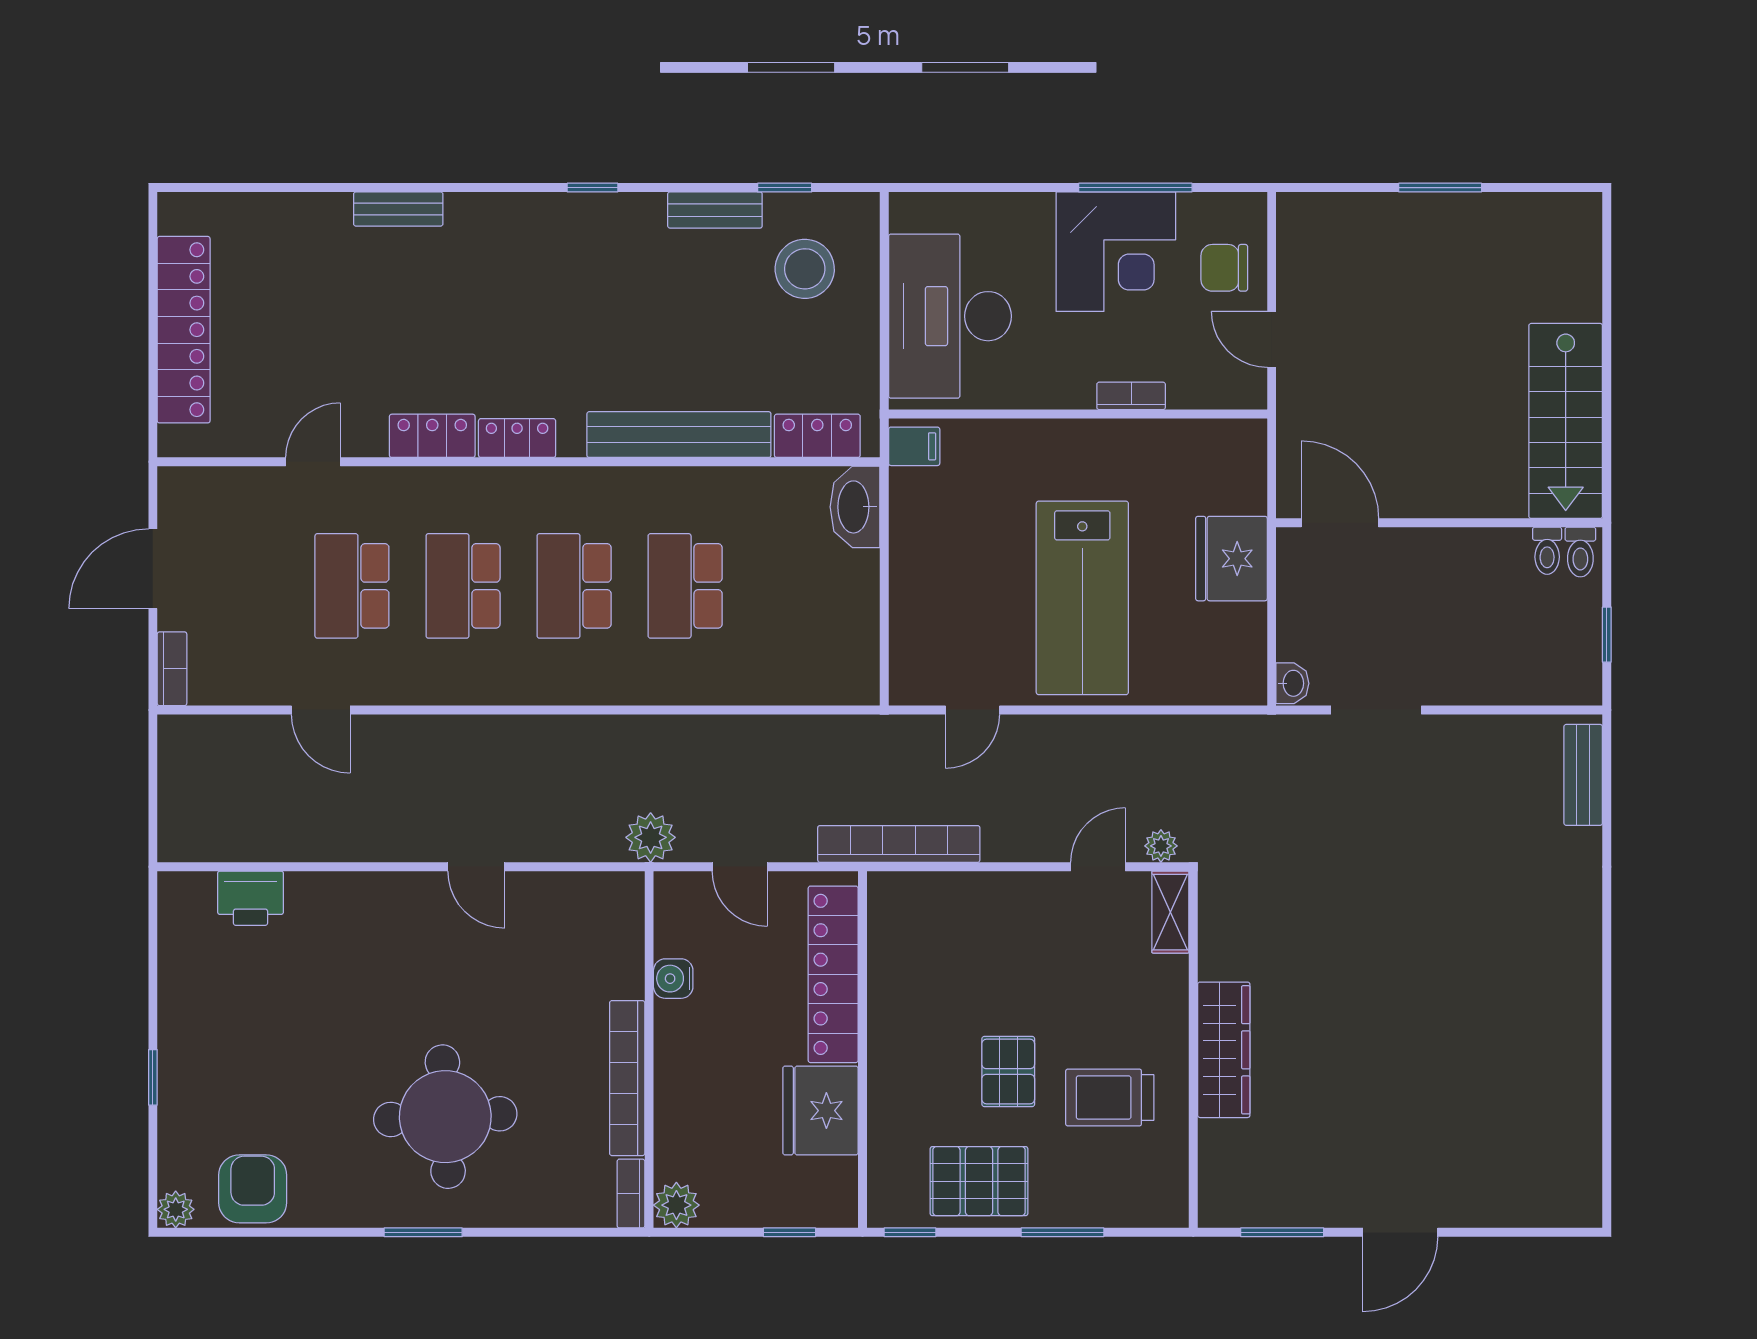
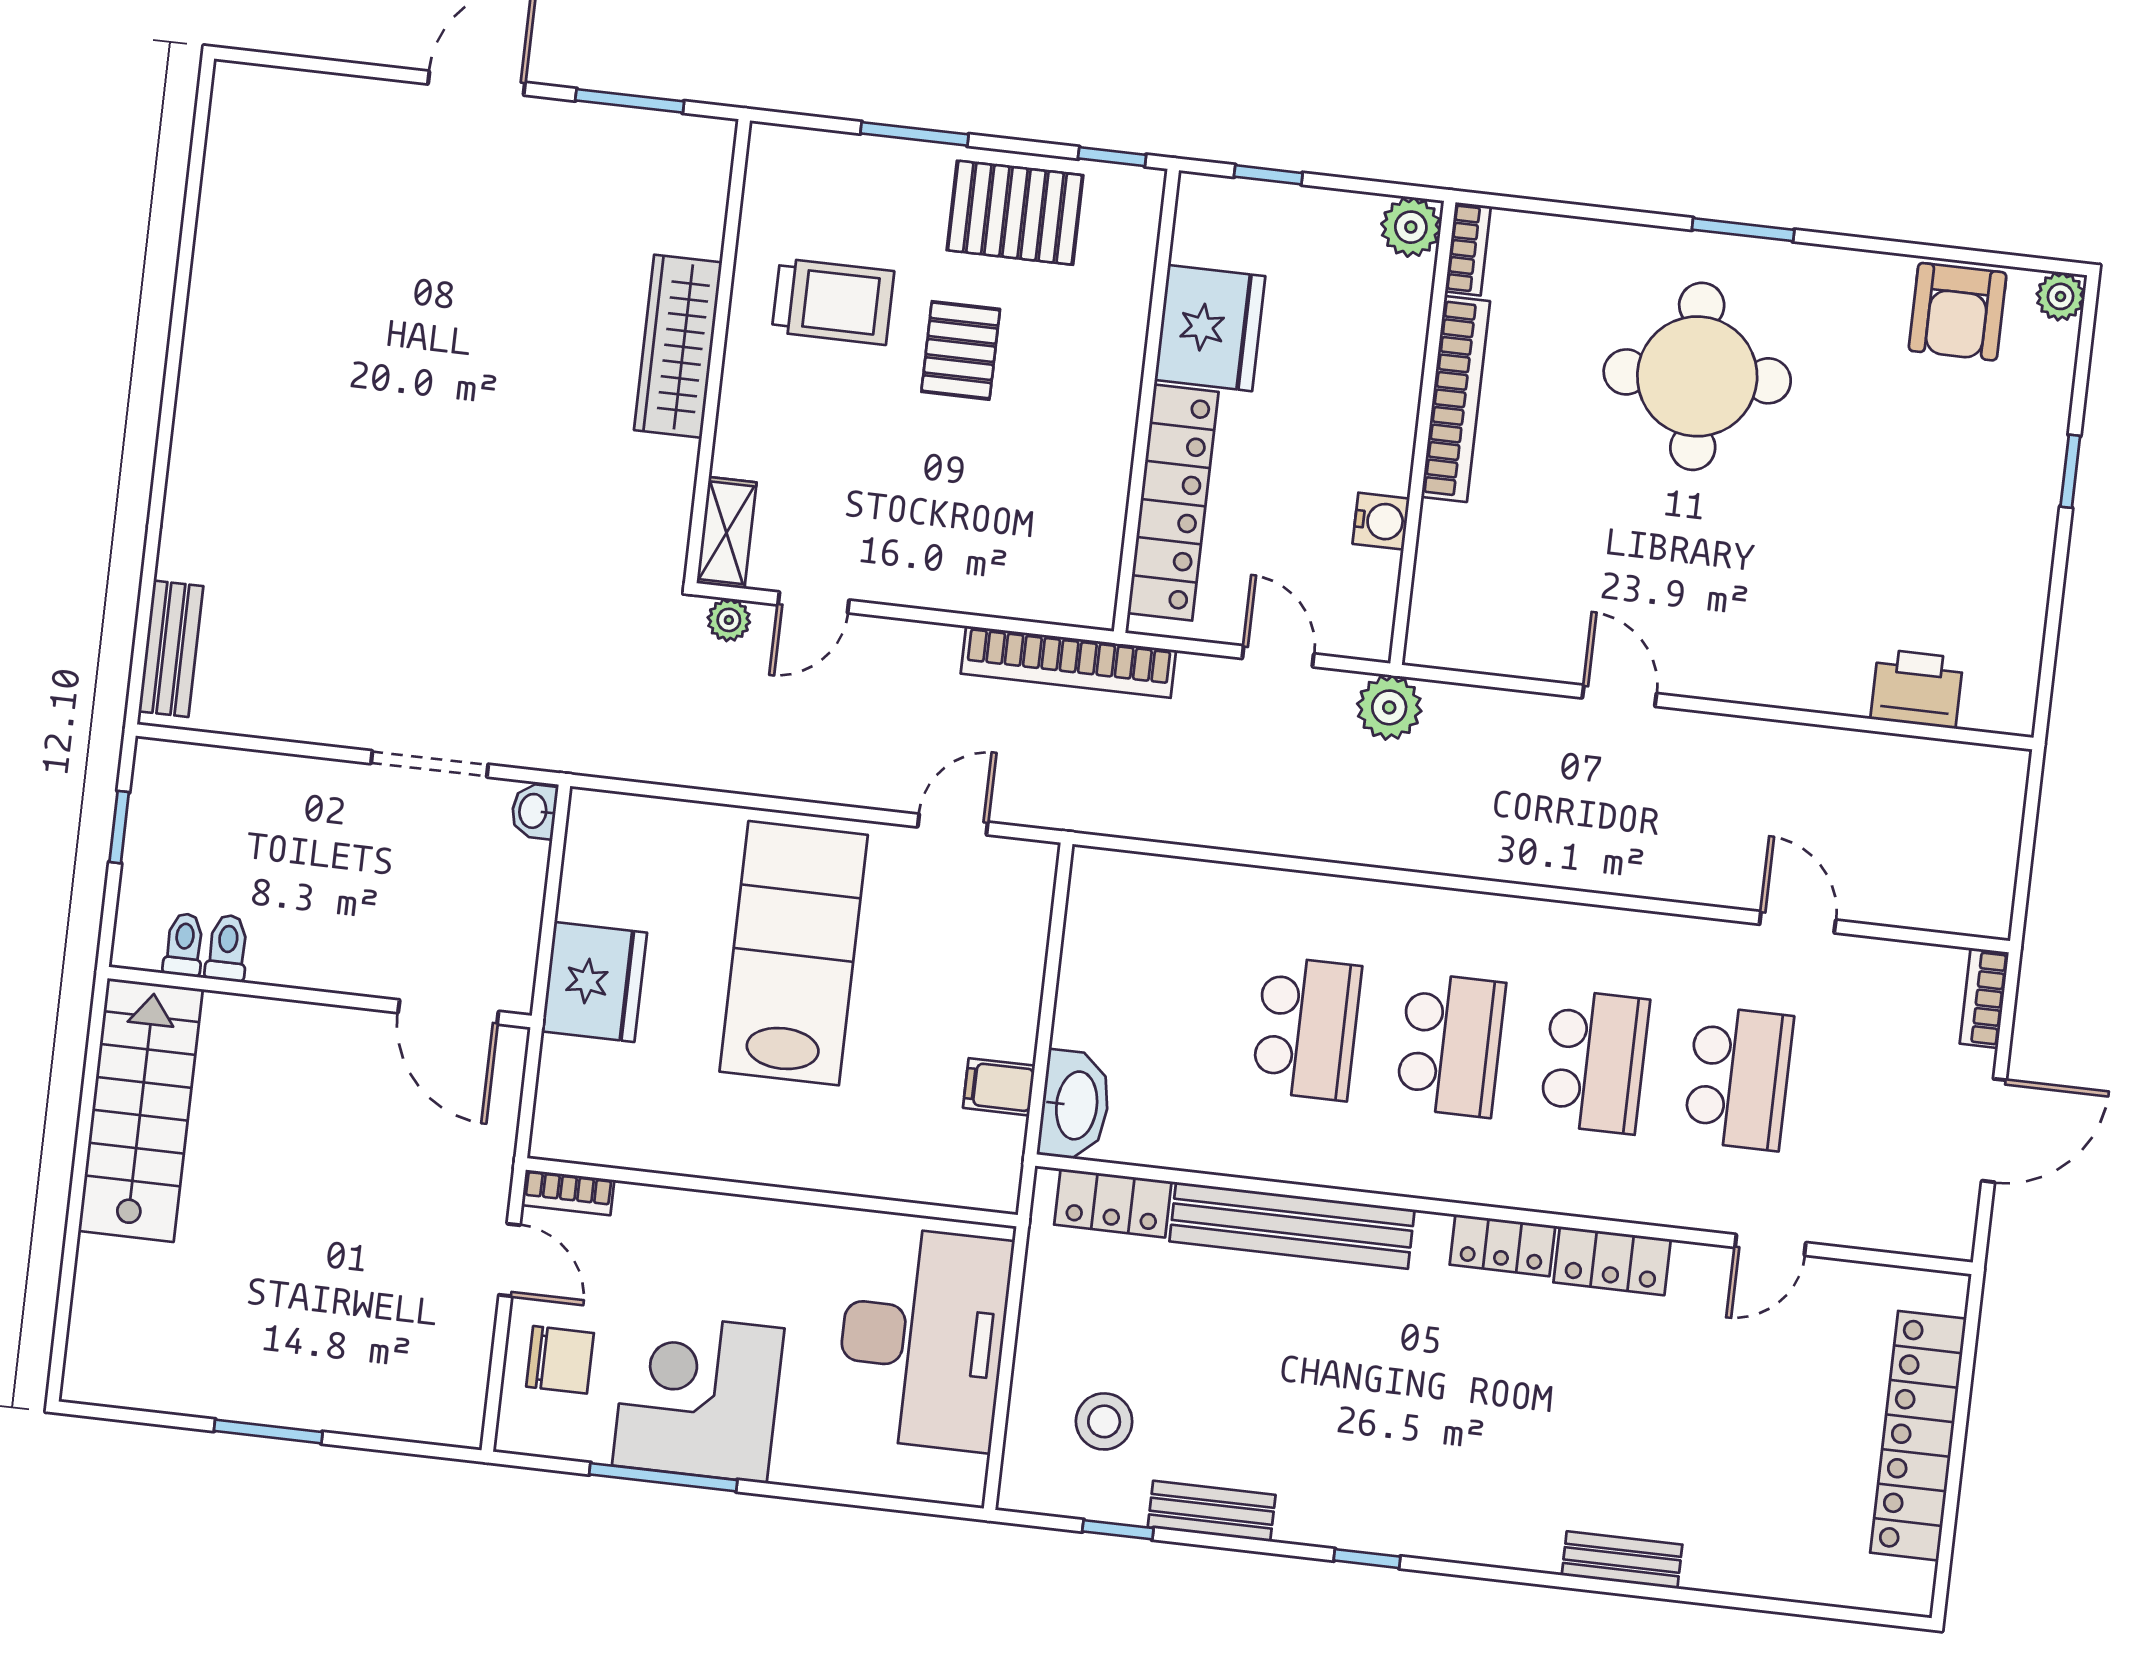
stool: (805, 269) -> (1104, 1421), width x0.73, depth x0.73
bookcase: (1131, 396) -> (568, 1192), moved
filing cabinet: (914, 446) -> (999, 1087), moved
toilet: (1580, 552) -> (227, 948), moved

